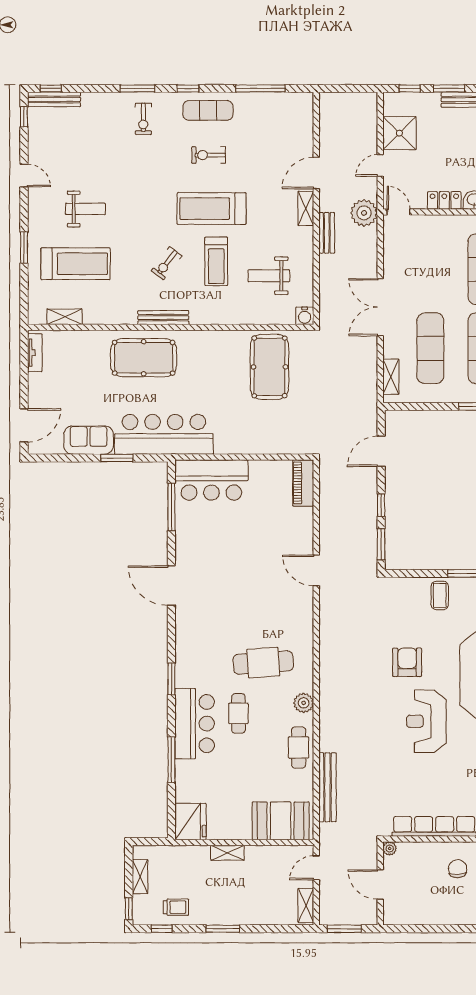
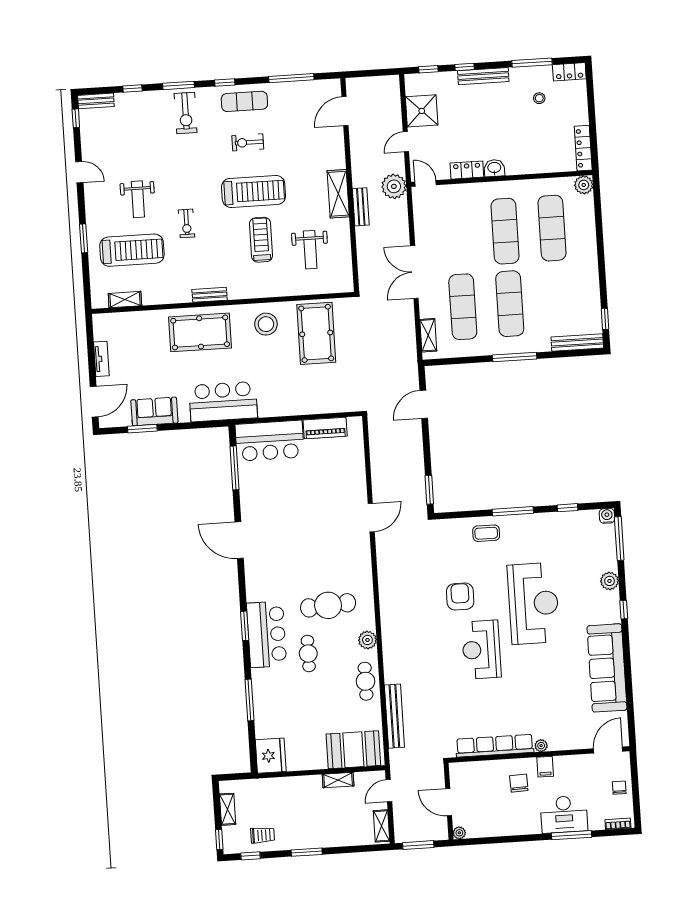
window: (51, 88) -> (133, 88), moved
window: (449, 88) -> (465, 67), width x0.67
bench: (54, 99) -> (96, 101), width x0.73
exercise bike: (143, 119) -> (186, 113), width x1.38, depth x1.39
door: (316, 173) -> (345, 111), moved
shelving: (306, 208) -> (338, 194), width x1.50, depth x1.33
weight bench: (86, 209) -> (138, 199), turned 90
treadmill: (212, 209) -> (254, 191), turned 180
treadmill: (216, 261) -> (261, 240), turned 180
exercise bike: (167, 263) -> (186, 223), moved, turned -38
weight bench: (269, 276) -> (310, 250), turned -90
water cooler: (305, 316) -> (345, 284), removed
bench: (163, 318) -> (210, 295), width x0.73
tv unit: (35, 353) -> (101, 359), moved
stool: (216, 353) -> (266, 324), added
bar counter: (164, 434) -> (223, 402), width x0.73
window: (117, 458) -> (142, 429), moved
piano: (303, 483) -> (325, 428), moved, turned -90
window: (381, 505) -> (427, 454), removed
door: (316, 570) -> (371, 518), swing flipped
coffee table: (440, 595) -> (486, 533), turned 90
bar counter: (195, 724) -> (267, 634), moved
plant: (390, 848) -> (459, 833), moved
shelving: (227, 853) -> (338, 780), moved

